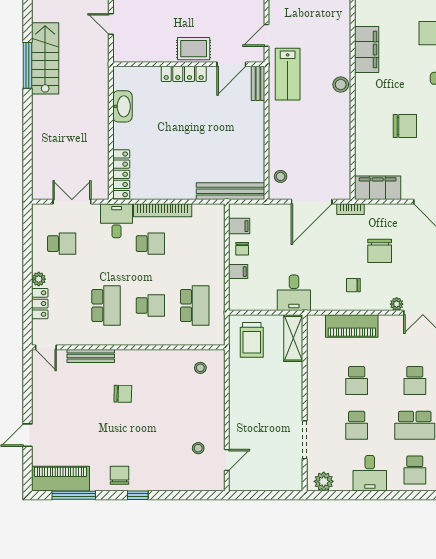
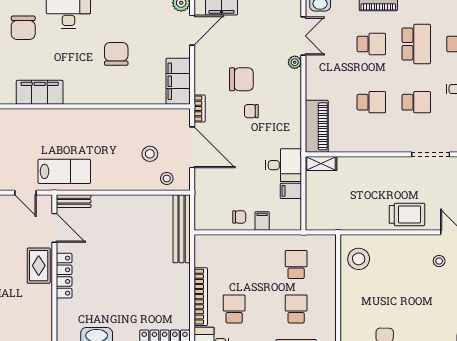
stool: (341, 85) -> (150, 154), moved
filing cabinet: (239, 226) -> (291, 191), moved, turned -90
chair: (353, 285) -> (251, 111), moved, turned 90
school desk: (195, 306) -> (296, 265), width x0.54
piano: (352, 326) -> (317, 126), moved
shelving: (293, 338) -> (321, 163), width x0.67, depth x0.75
trolley: (252, 340) -> (407, 214), moved
stool: (200, 368) -> (359, 259), width x1.89, depth x1.89

